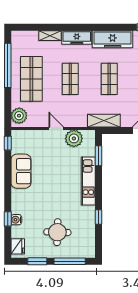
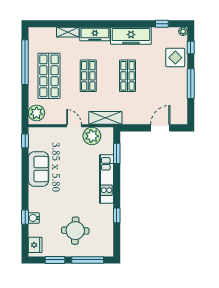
shelving: (104, 121) -> (105, 118), moved

